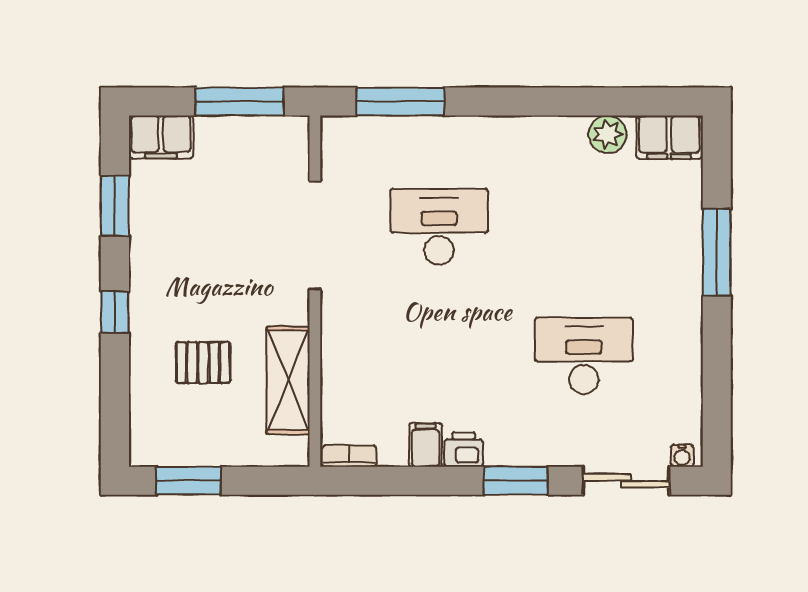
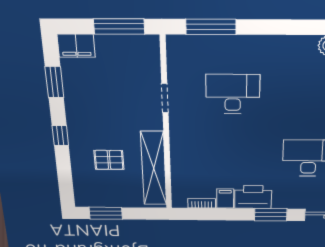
doorway: (315, 235) -> (165, 98), width x0.53
shelving: (288, 380) -> (154, 169), width x1.47
printer: (464, 450) -> (253, 197), width x1.87, depth x1.48
bookcase: (349, 456) -> (202, 203), moved

